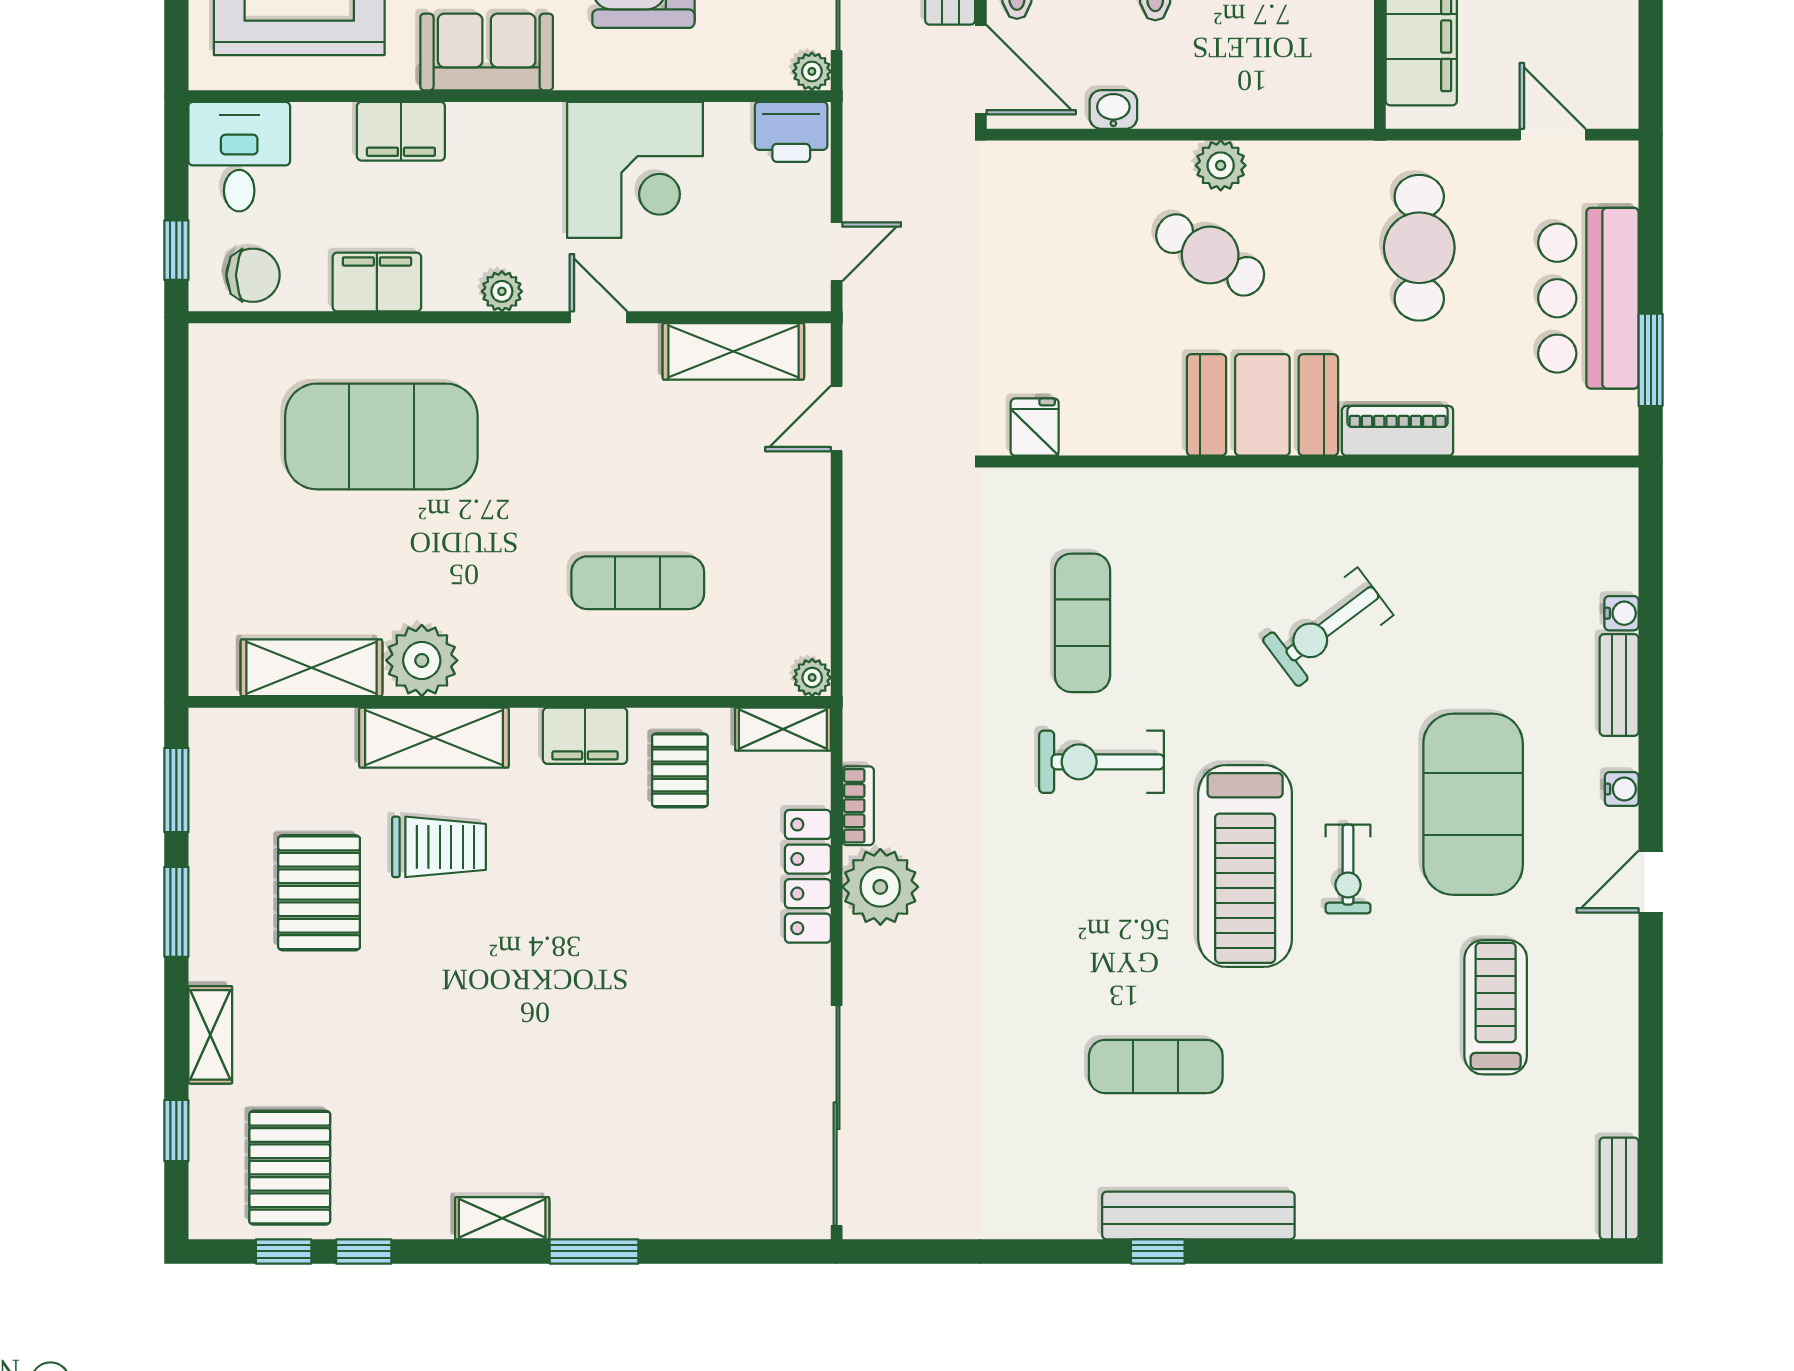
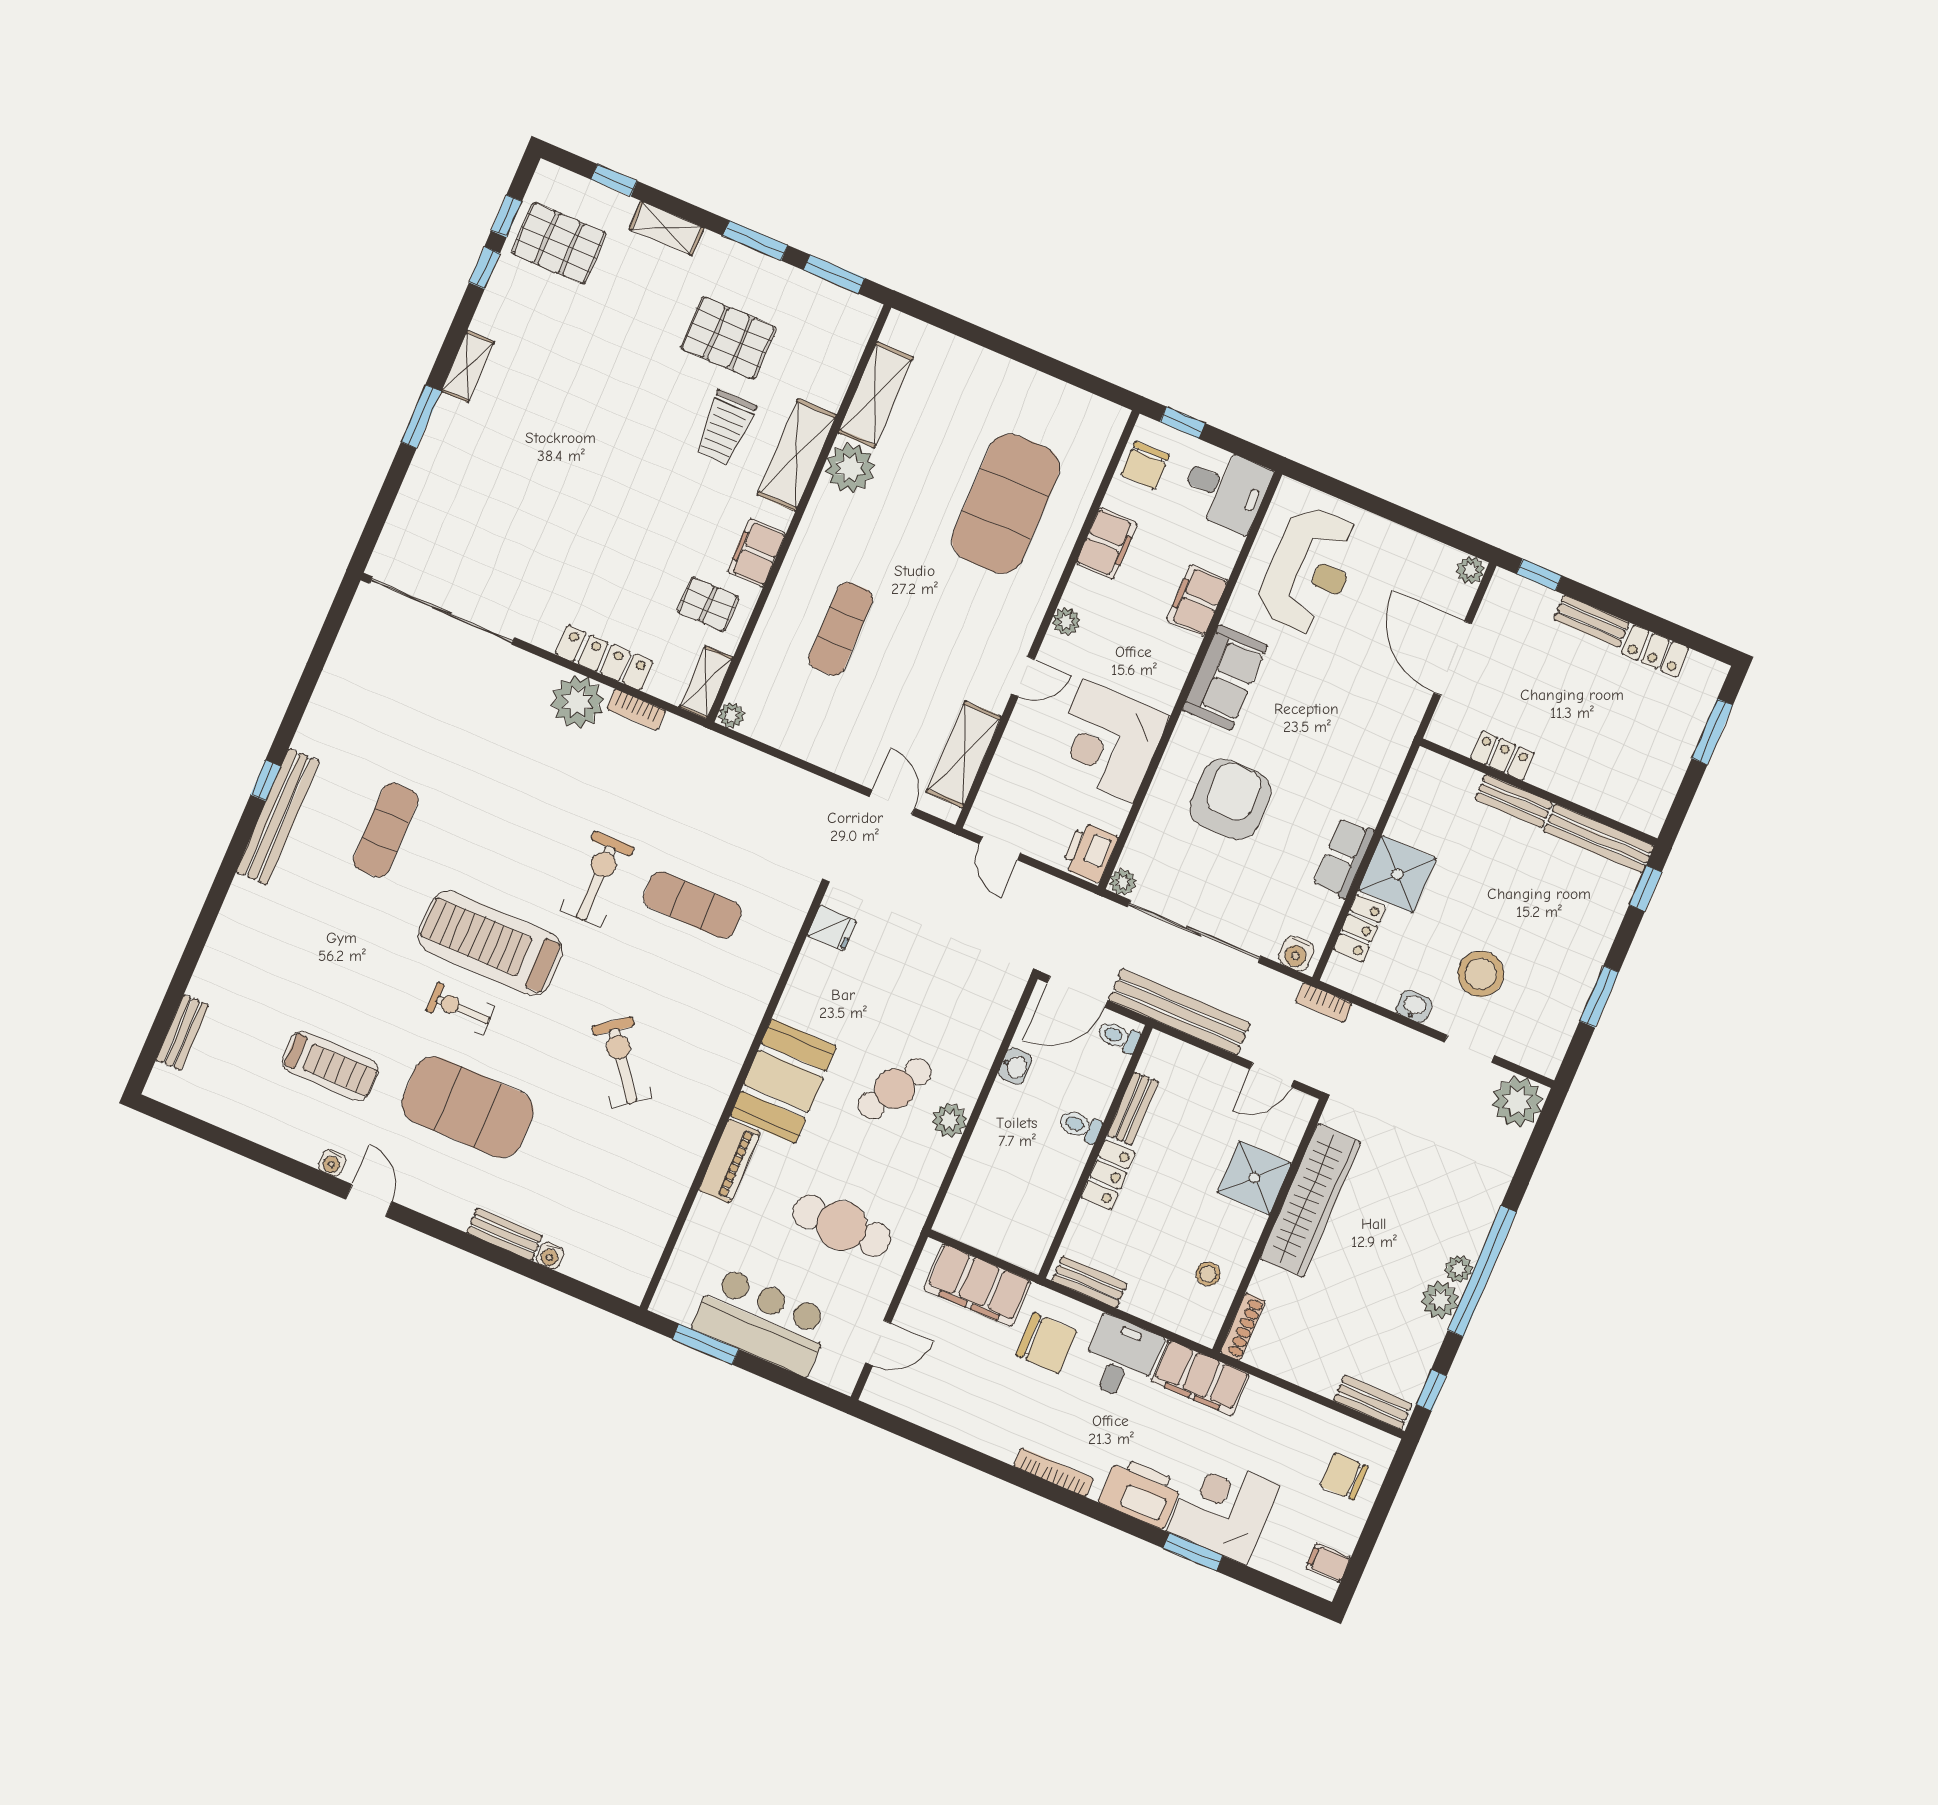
water cooler: (1622, 789) -> (332, 1163), moved
bench: (1619, 1188) -> (182, 1033), moved, turned 90

